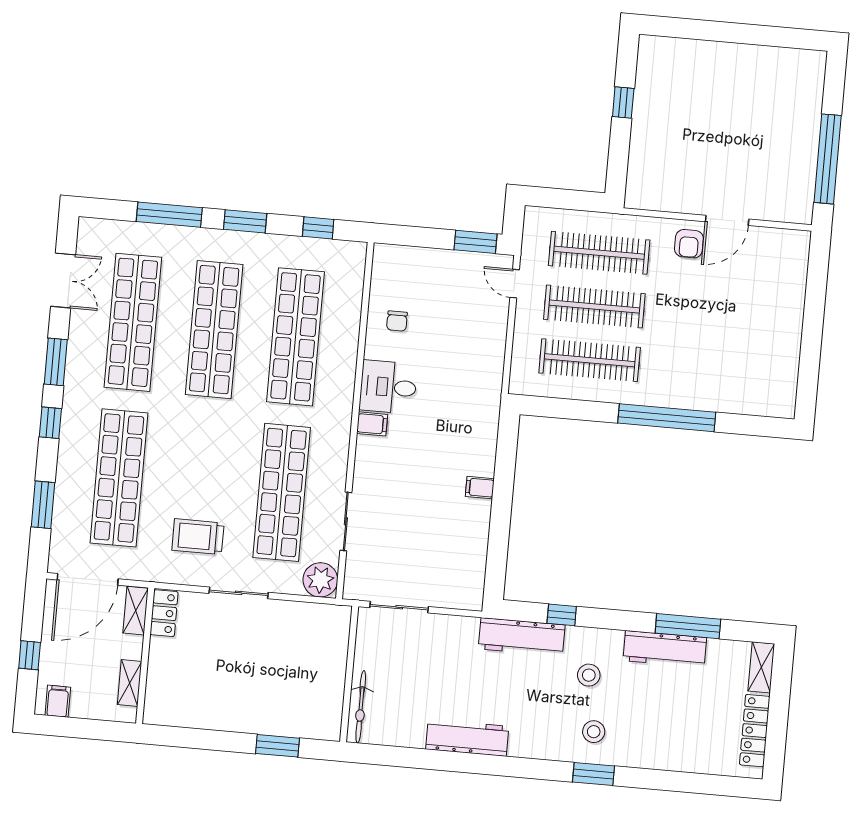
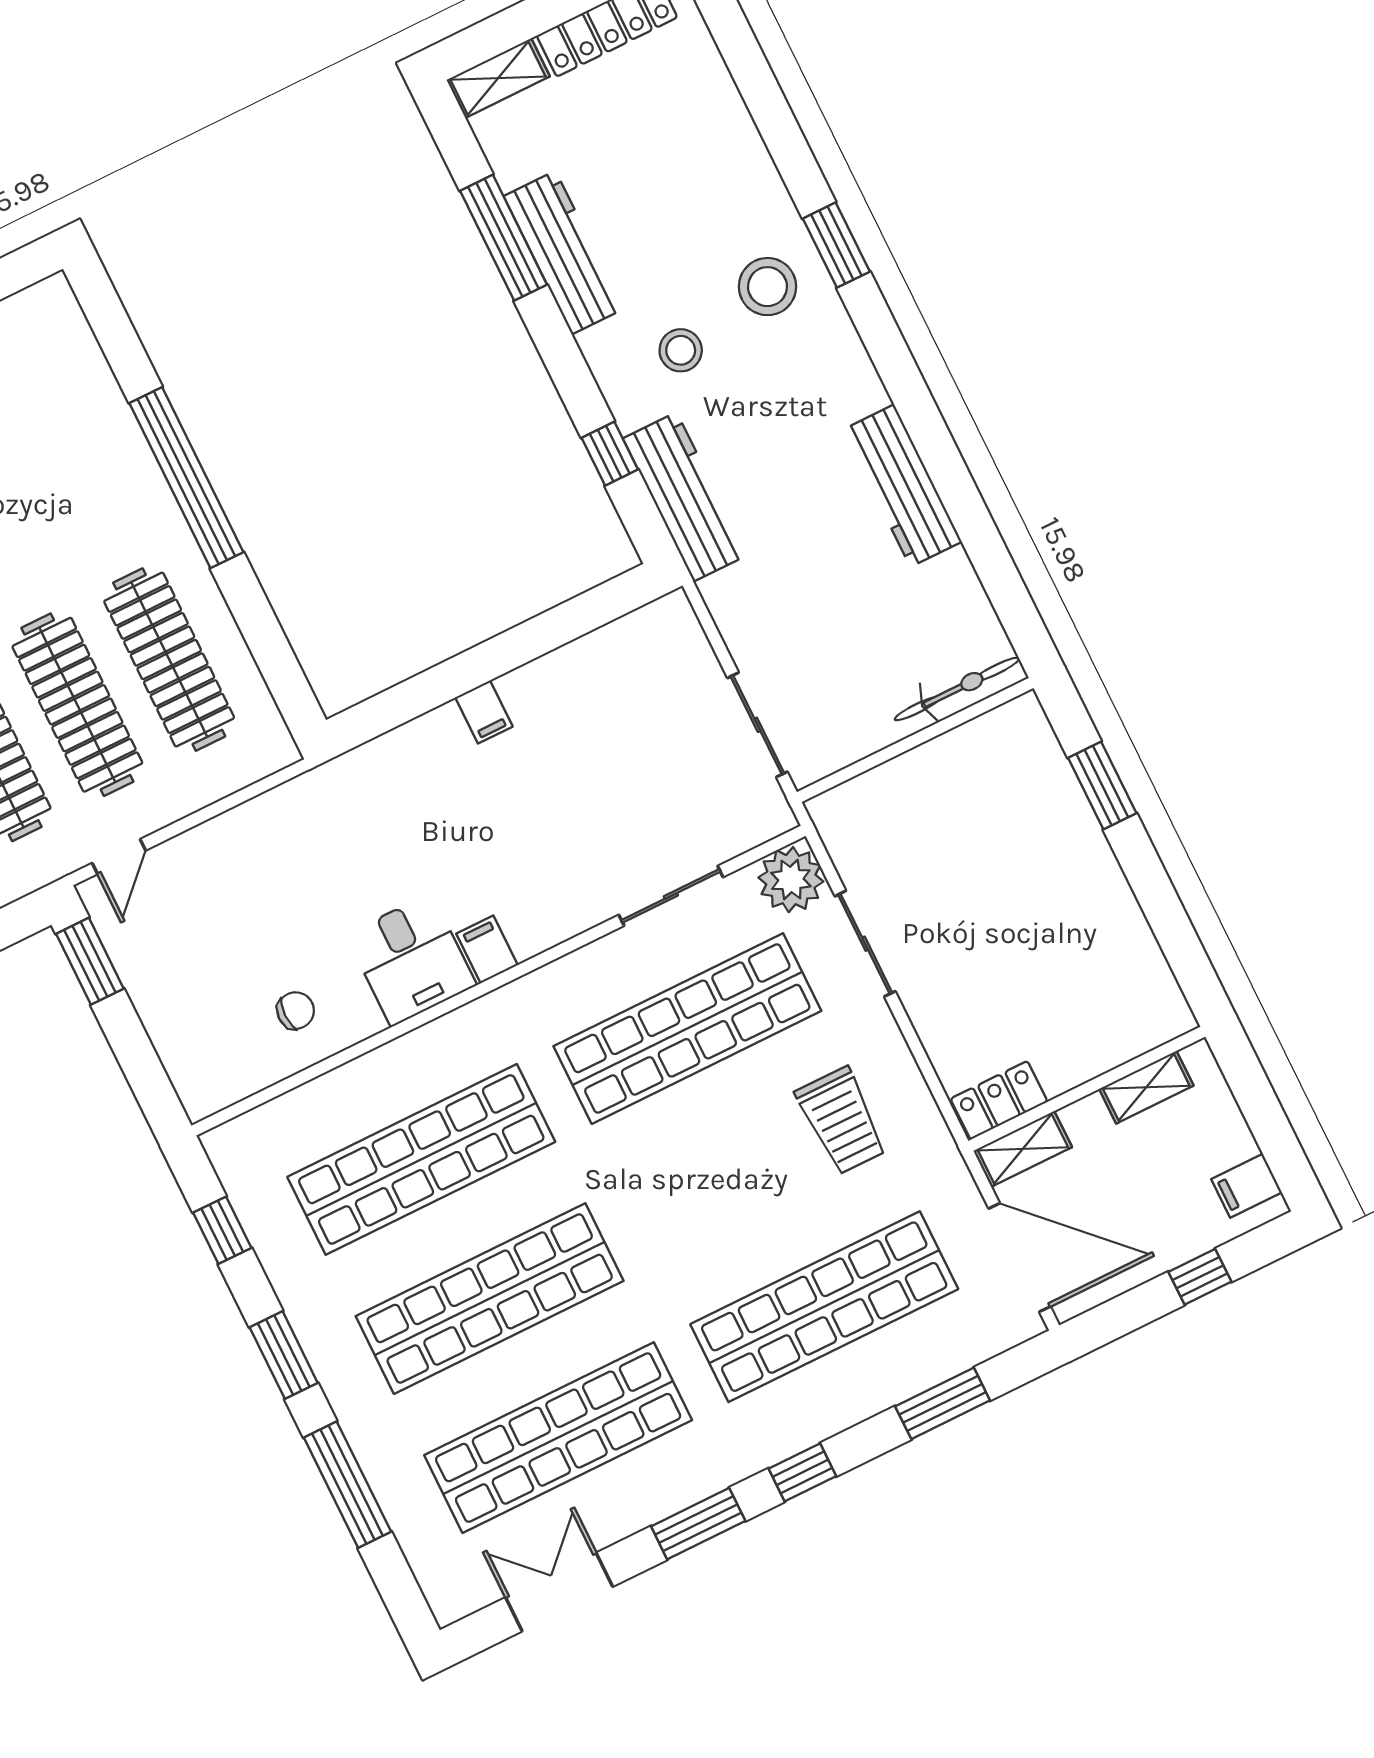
sliding door: (239, 593) -> (865, 944), moved
stool: (594, 732) -> (767, 287), width x1.38, depth x1.38

